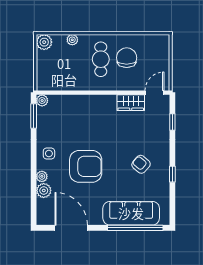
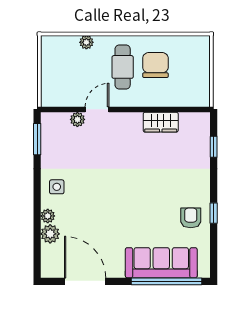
plant: (44, 42) -> (51, 45), removed
door: (154, 93) -> (97, 109), moved
plant: (42, 101) -> (77, 119), moved
armchair: (141, 164) -> (191, 218), moved, turned 50
armchair: (86, 166) -> (103, 203), removed

